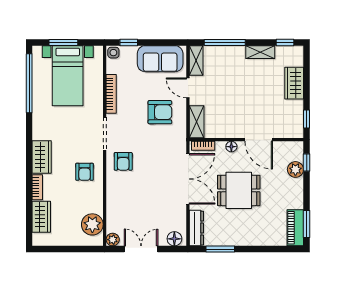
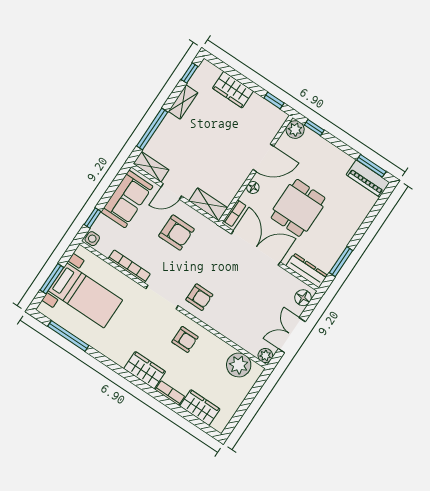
window: (29, 83) -> (68, 336), width x0.68
armchair: (160, 112) -> (176, 233), turned 90
plant: (295, 169) -> (295, 130), moved

